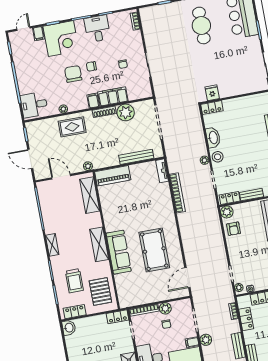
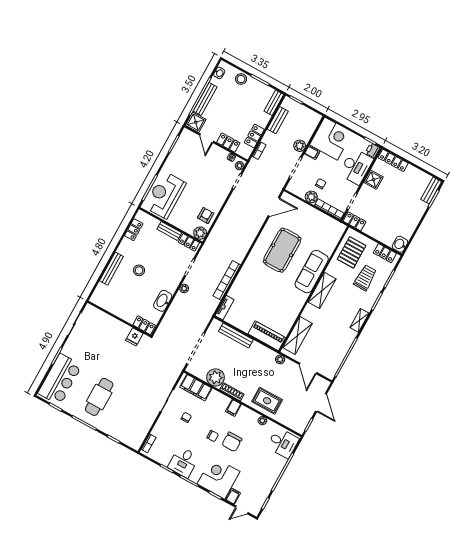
filing cabinet: (113, 96) -> (196, 388), moved
stool: (218, 157) -> (139, 270), moved

